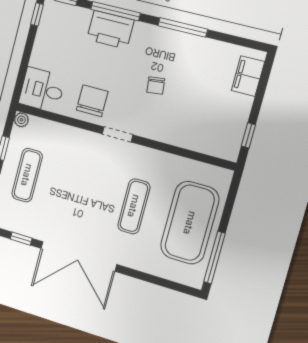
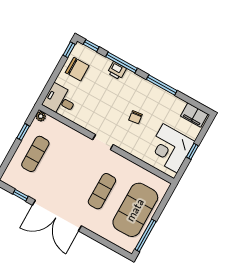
printer: (110, 30) -> (117, 71), width x0.53, depth x0.68
filing cabinet: (248, 76) -> (194, 115), moved, turned -90
chair: (92, 101) -> (77, 69), moved, turned 90
corner desk: (219, 118) -> (170, 148), added
window: (248, 135) -> (192, 151), moved

